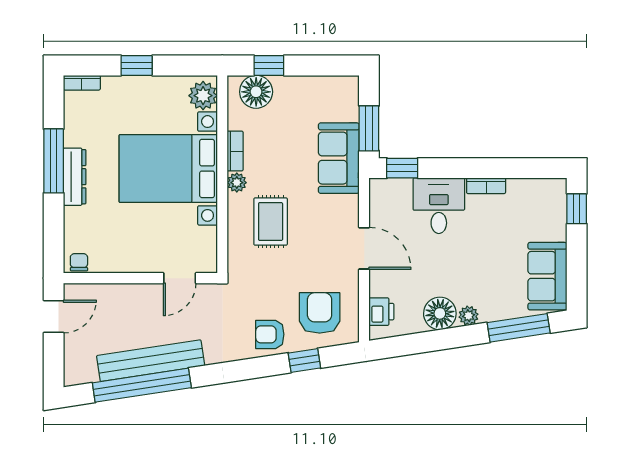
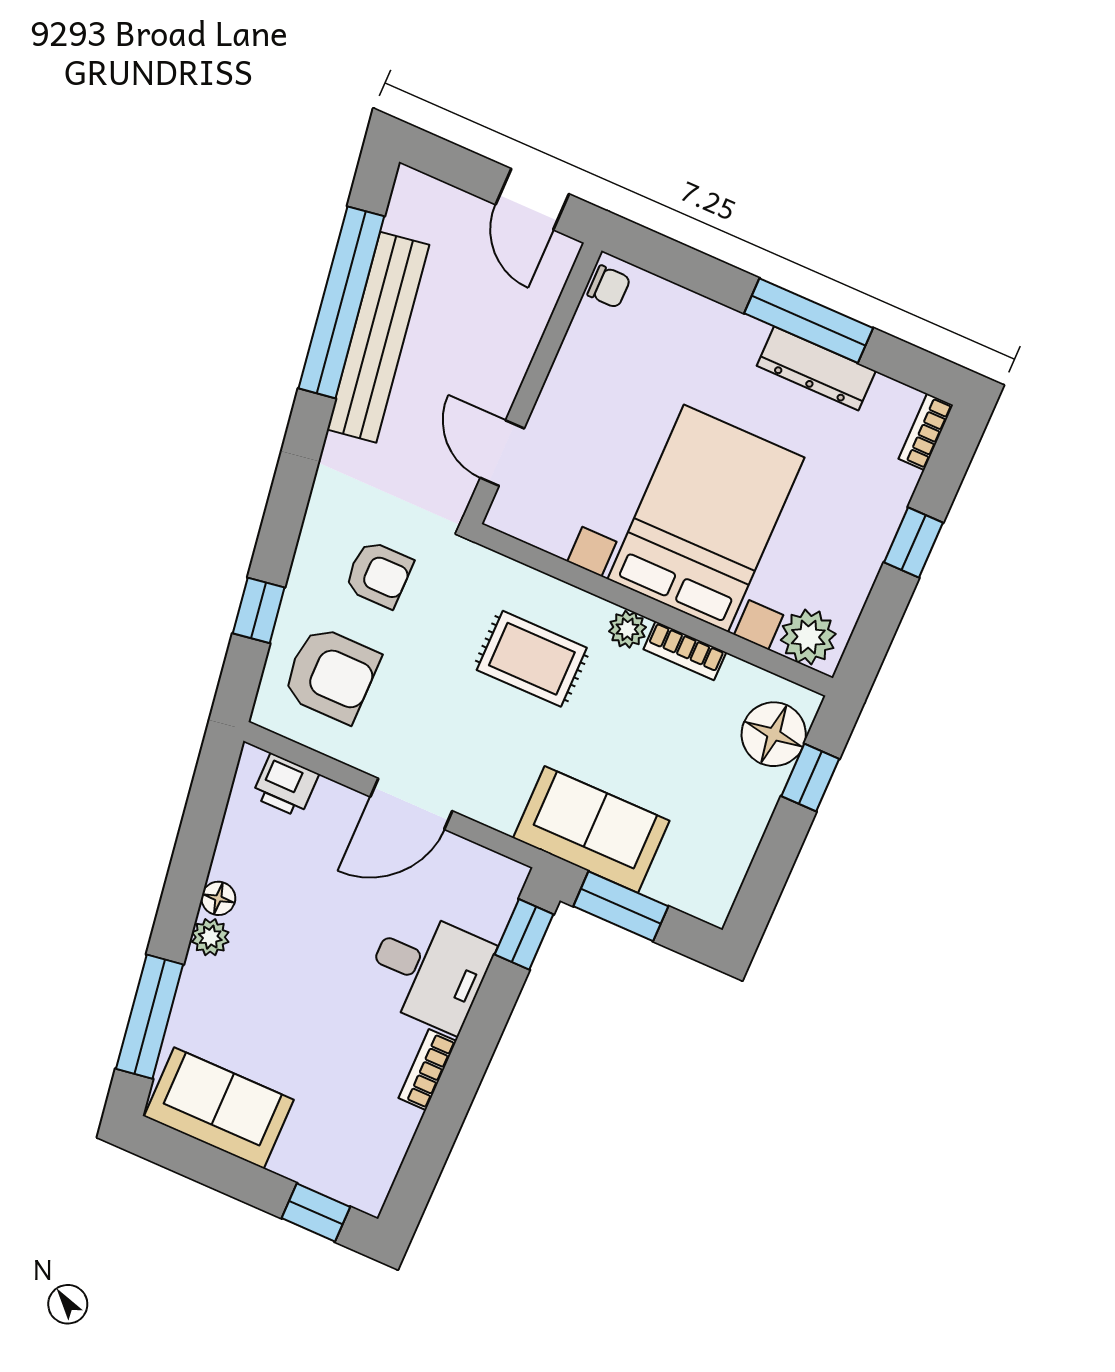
dresser: (75, 177) -> (816, 368), moved
floor lamp: (440, 313) -> (218, 898), width x0.53, depth x0.53
armchair: (270, 334) -> (379, 574), moved, turned 90

